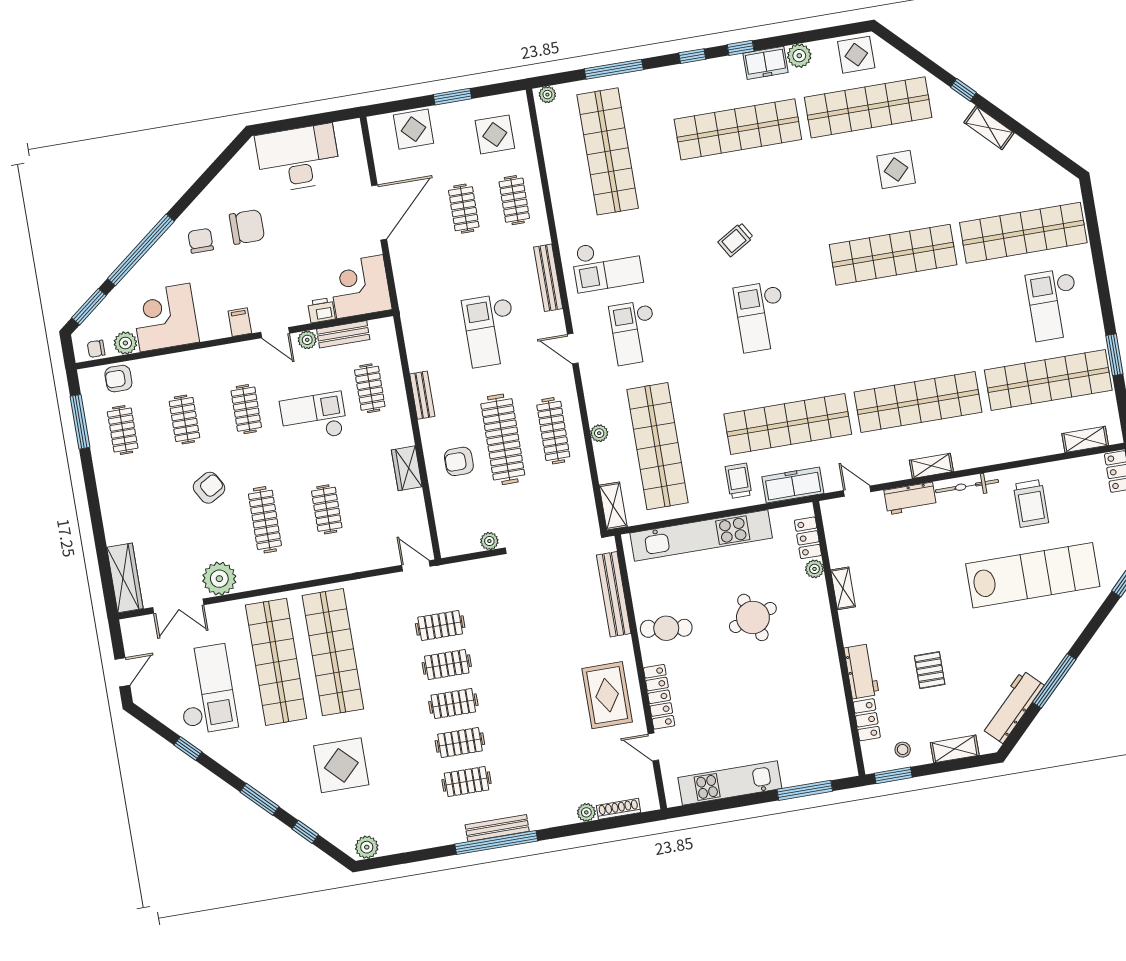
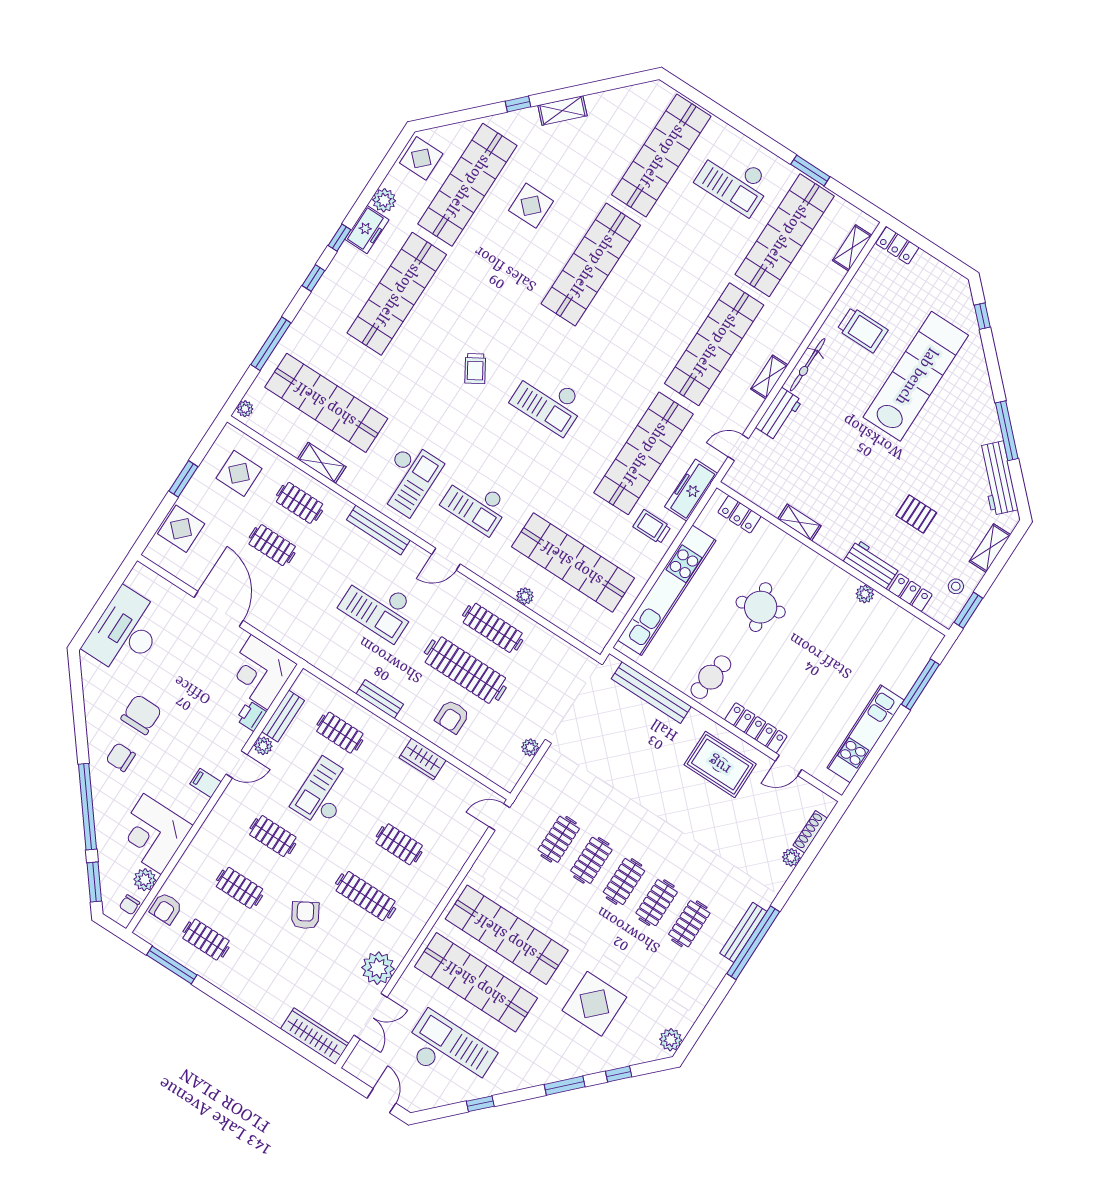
shelving: (613, 506) -> (322, 463), moved
plant: (814, 569) -> (865, 594), moved

